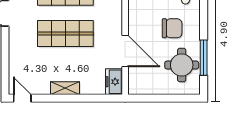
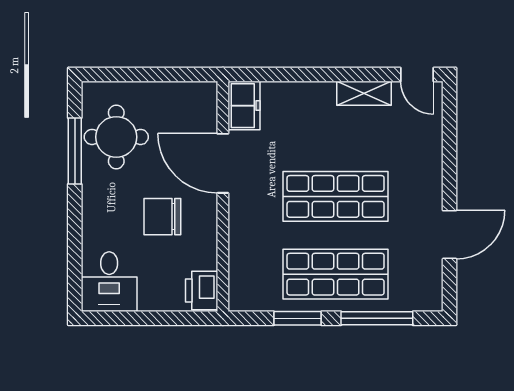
chair: (172, 28) -> (162, 217), moved
shelving: (65, 88) -> (364, 93), moved

